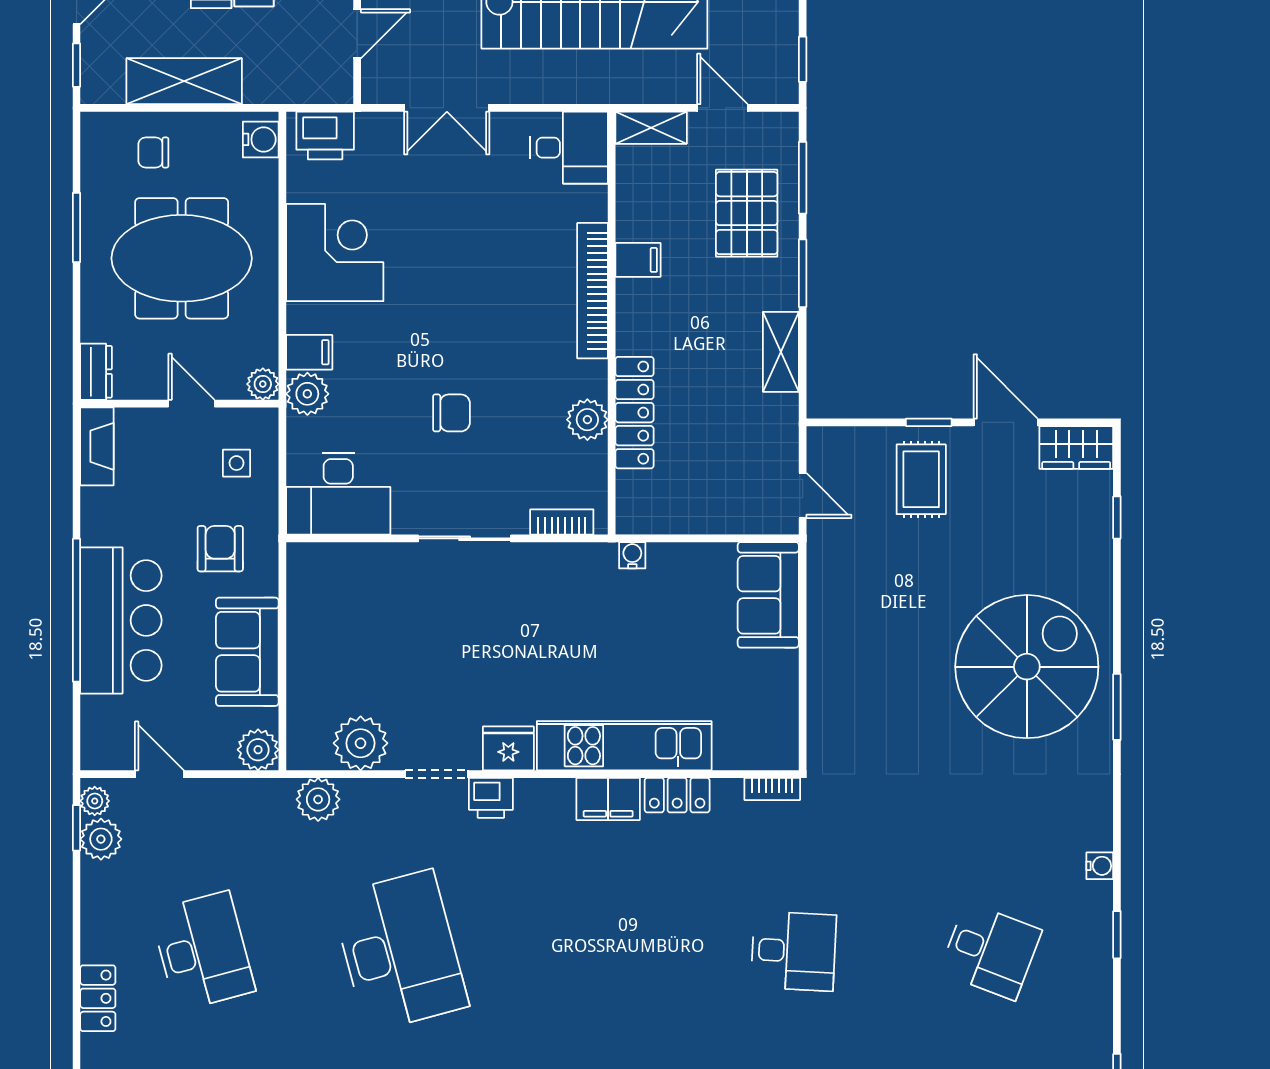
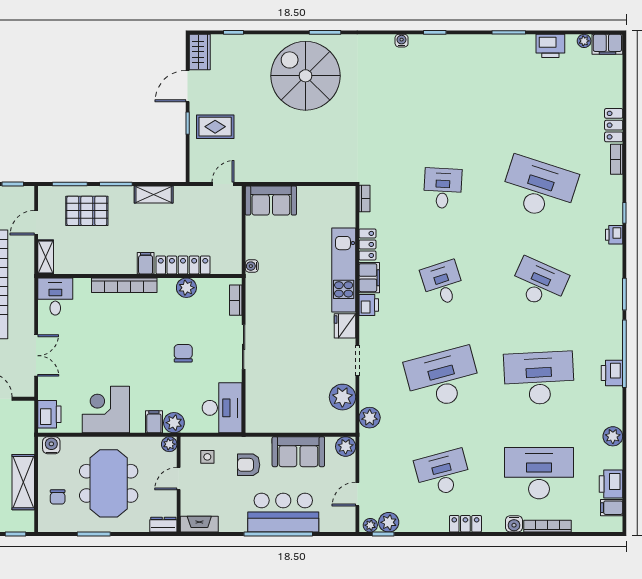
filing cabinet: (638, 260) -> (146, 263), moved
printer: (491, 798) -> (369, 305), moved
desk: (991, 951) -> (443, 283), moved, turned -39

